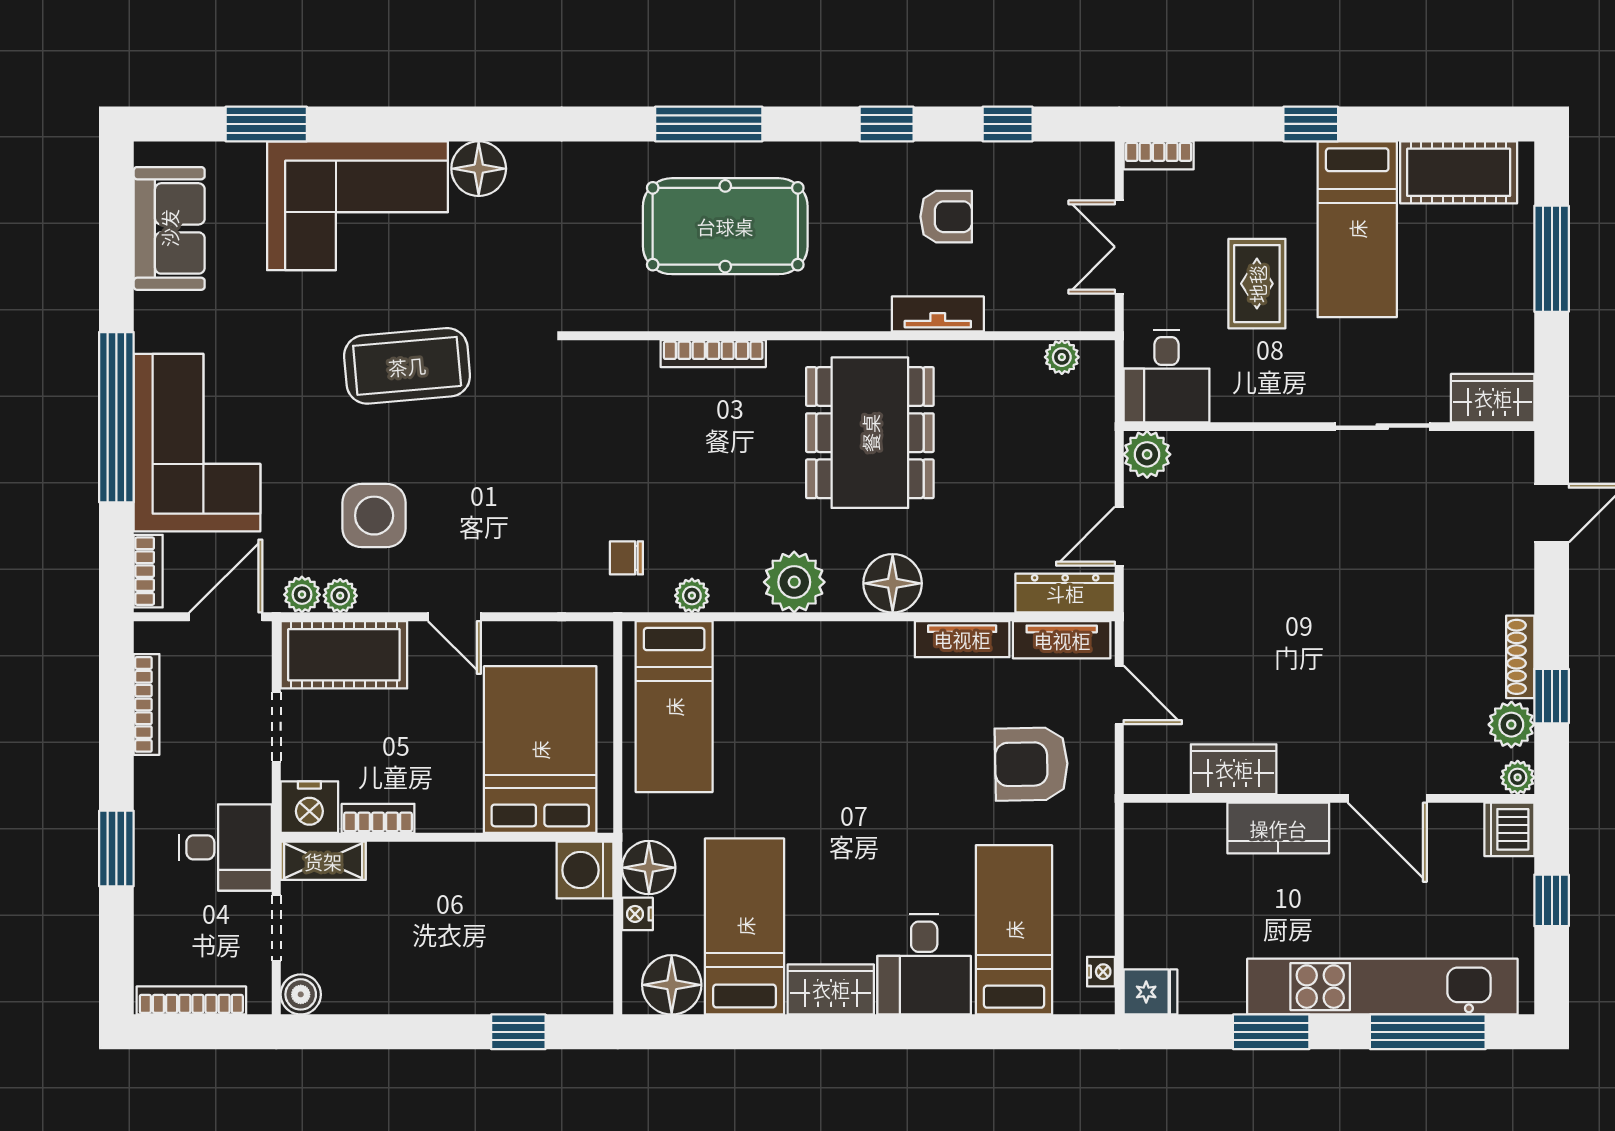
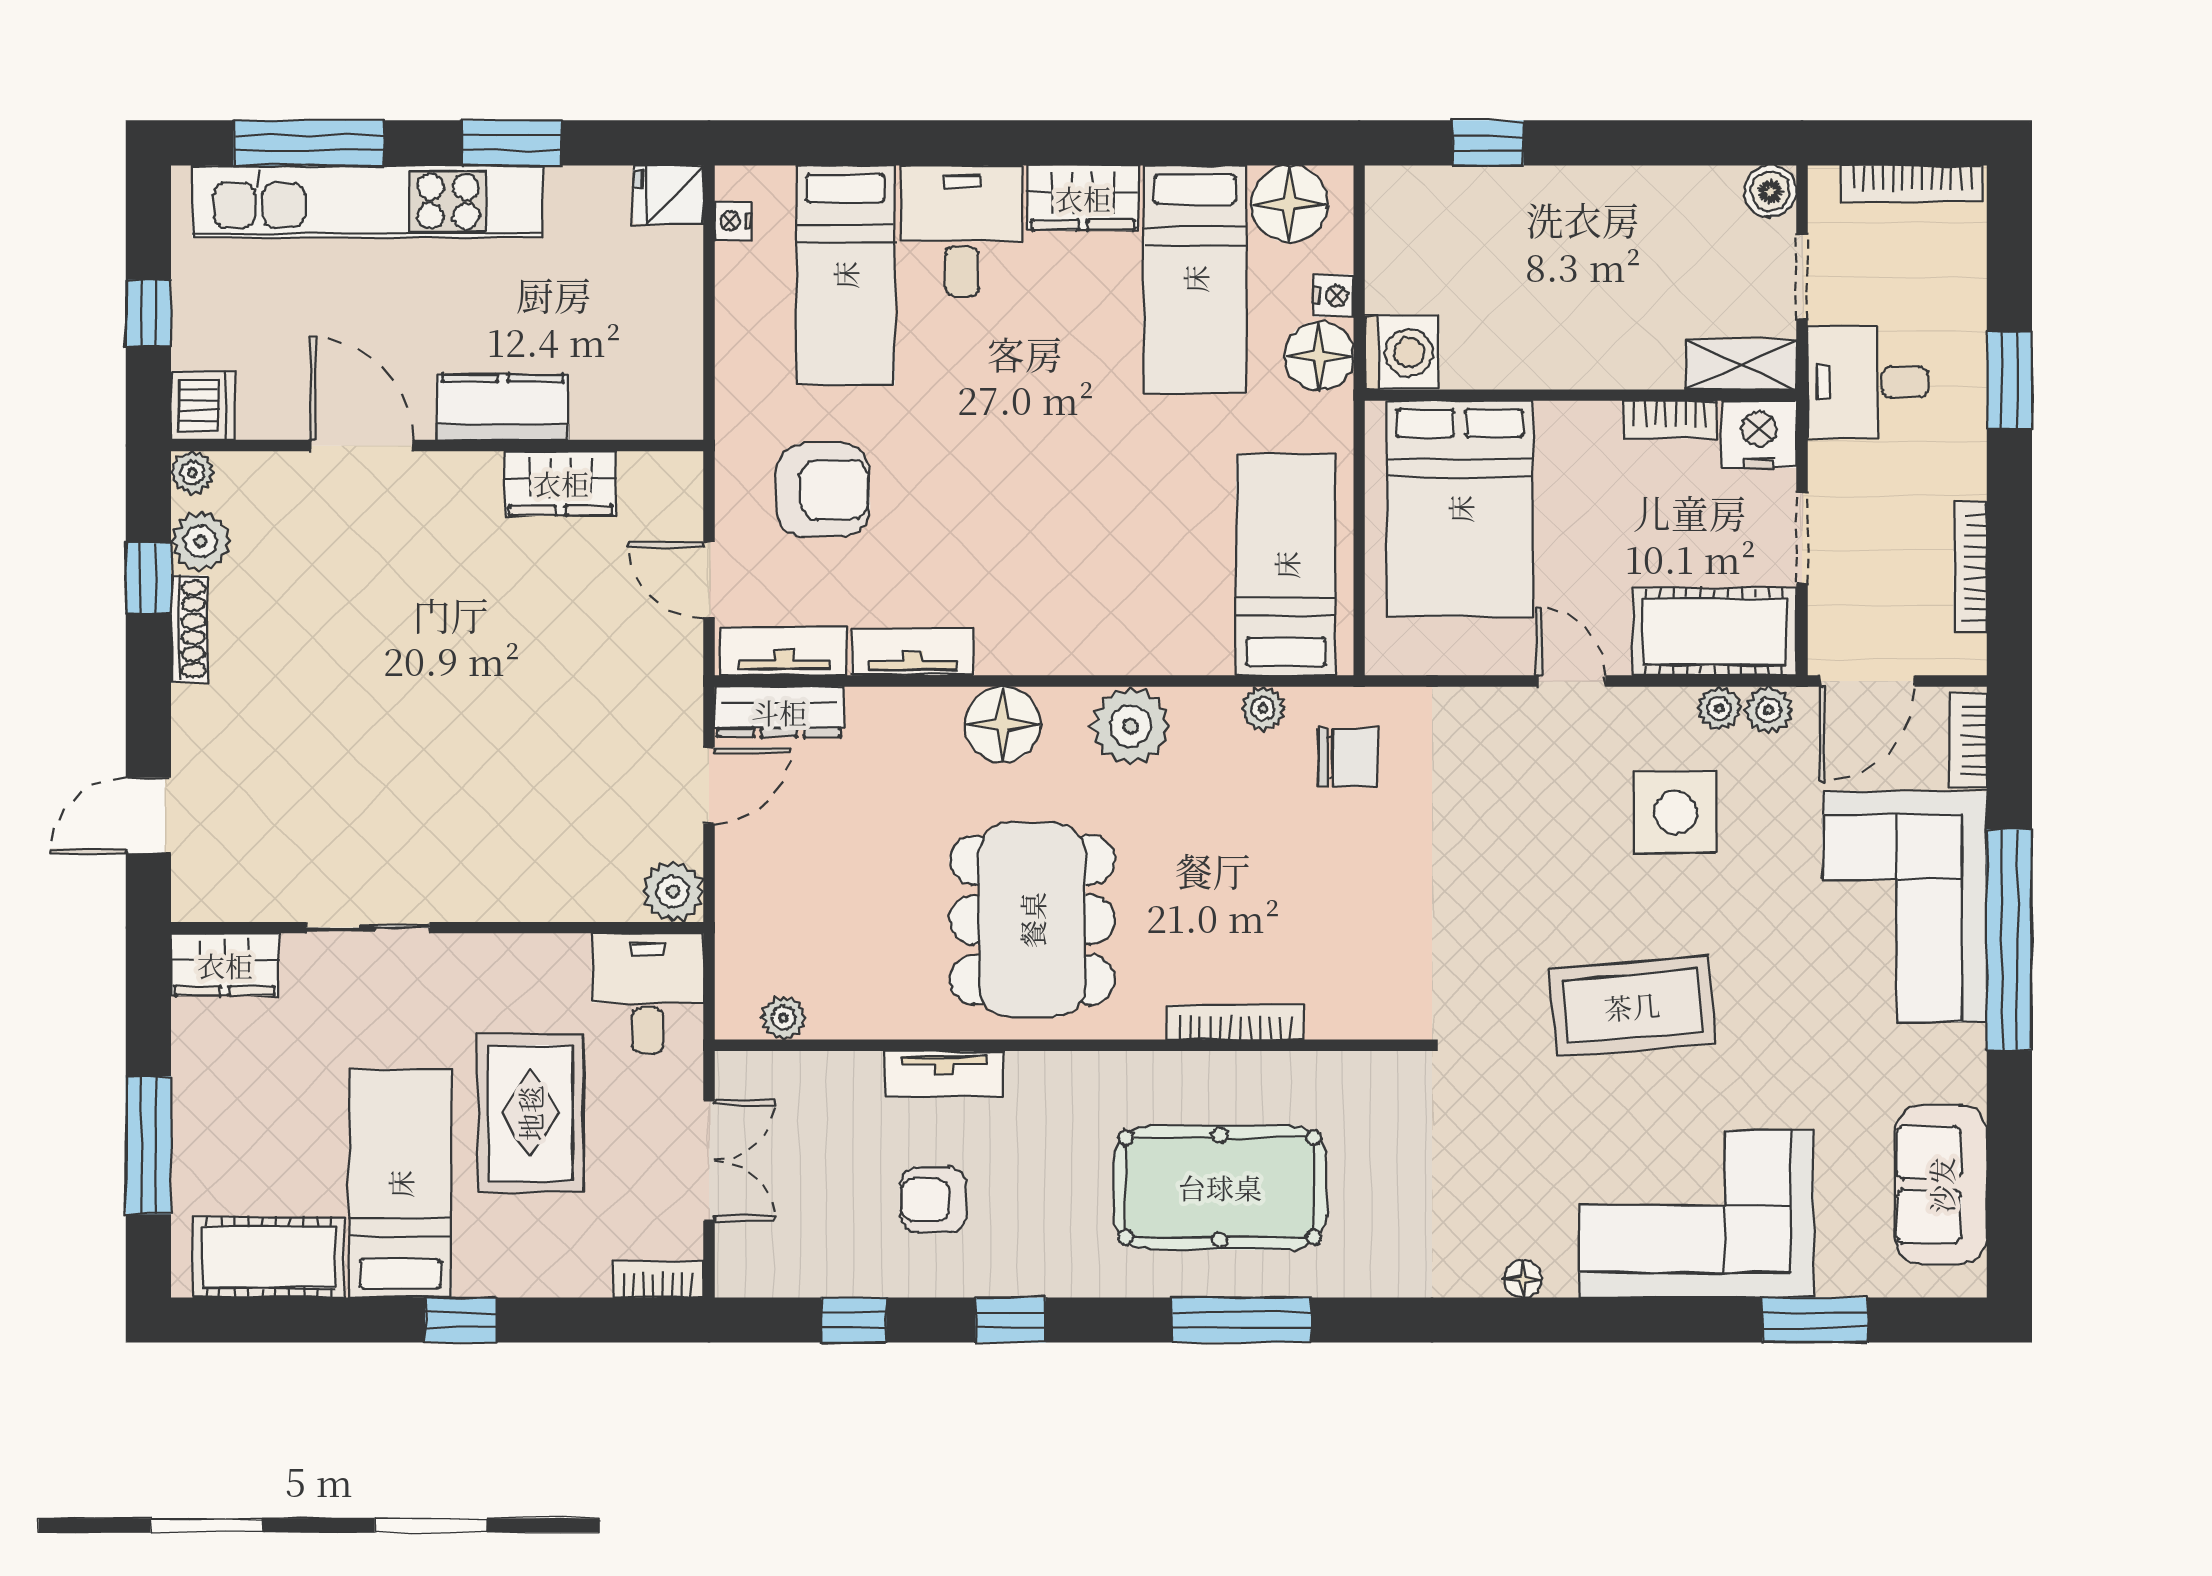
floor lamp: (479, 169) -> (1523, 1279), width x0.53, depth x0.53
rug: (1257, 284) -> (530, 1113), width x1.36, depth x1.43
chair: (626, 558) -> (1348, 757), width x1.37, depth x1.37

